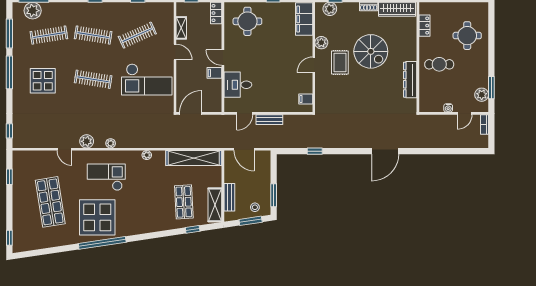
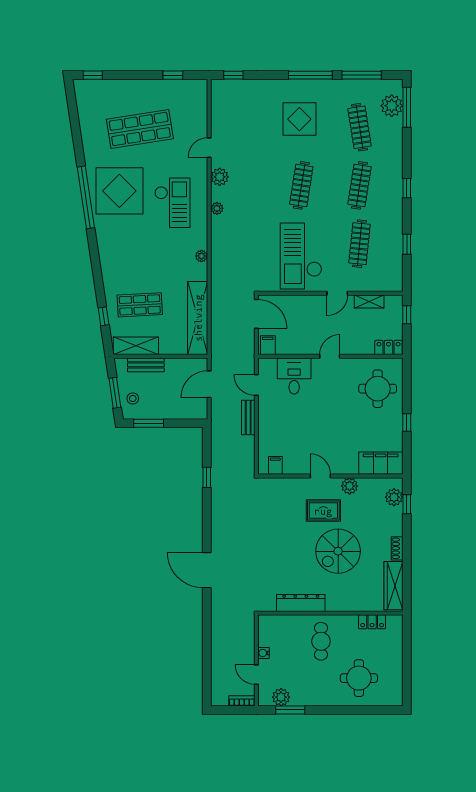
clothes rail: (137, 35) -> (360, 244), turned 30
filing cabinet: (214, 73) -> (268, 345), moved

